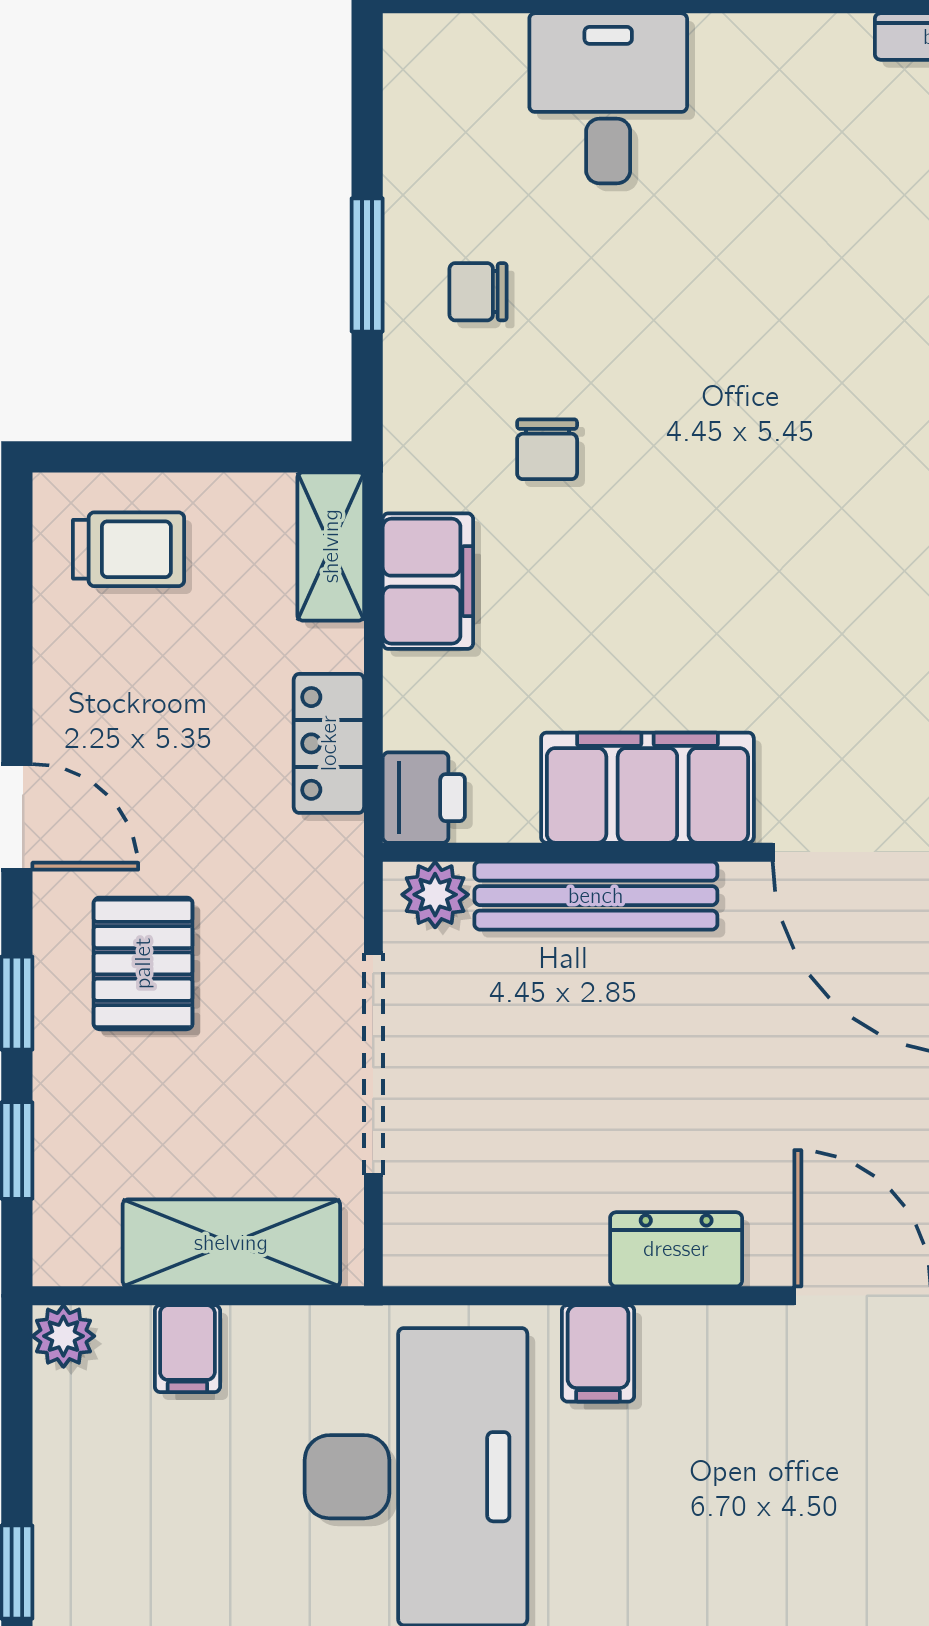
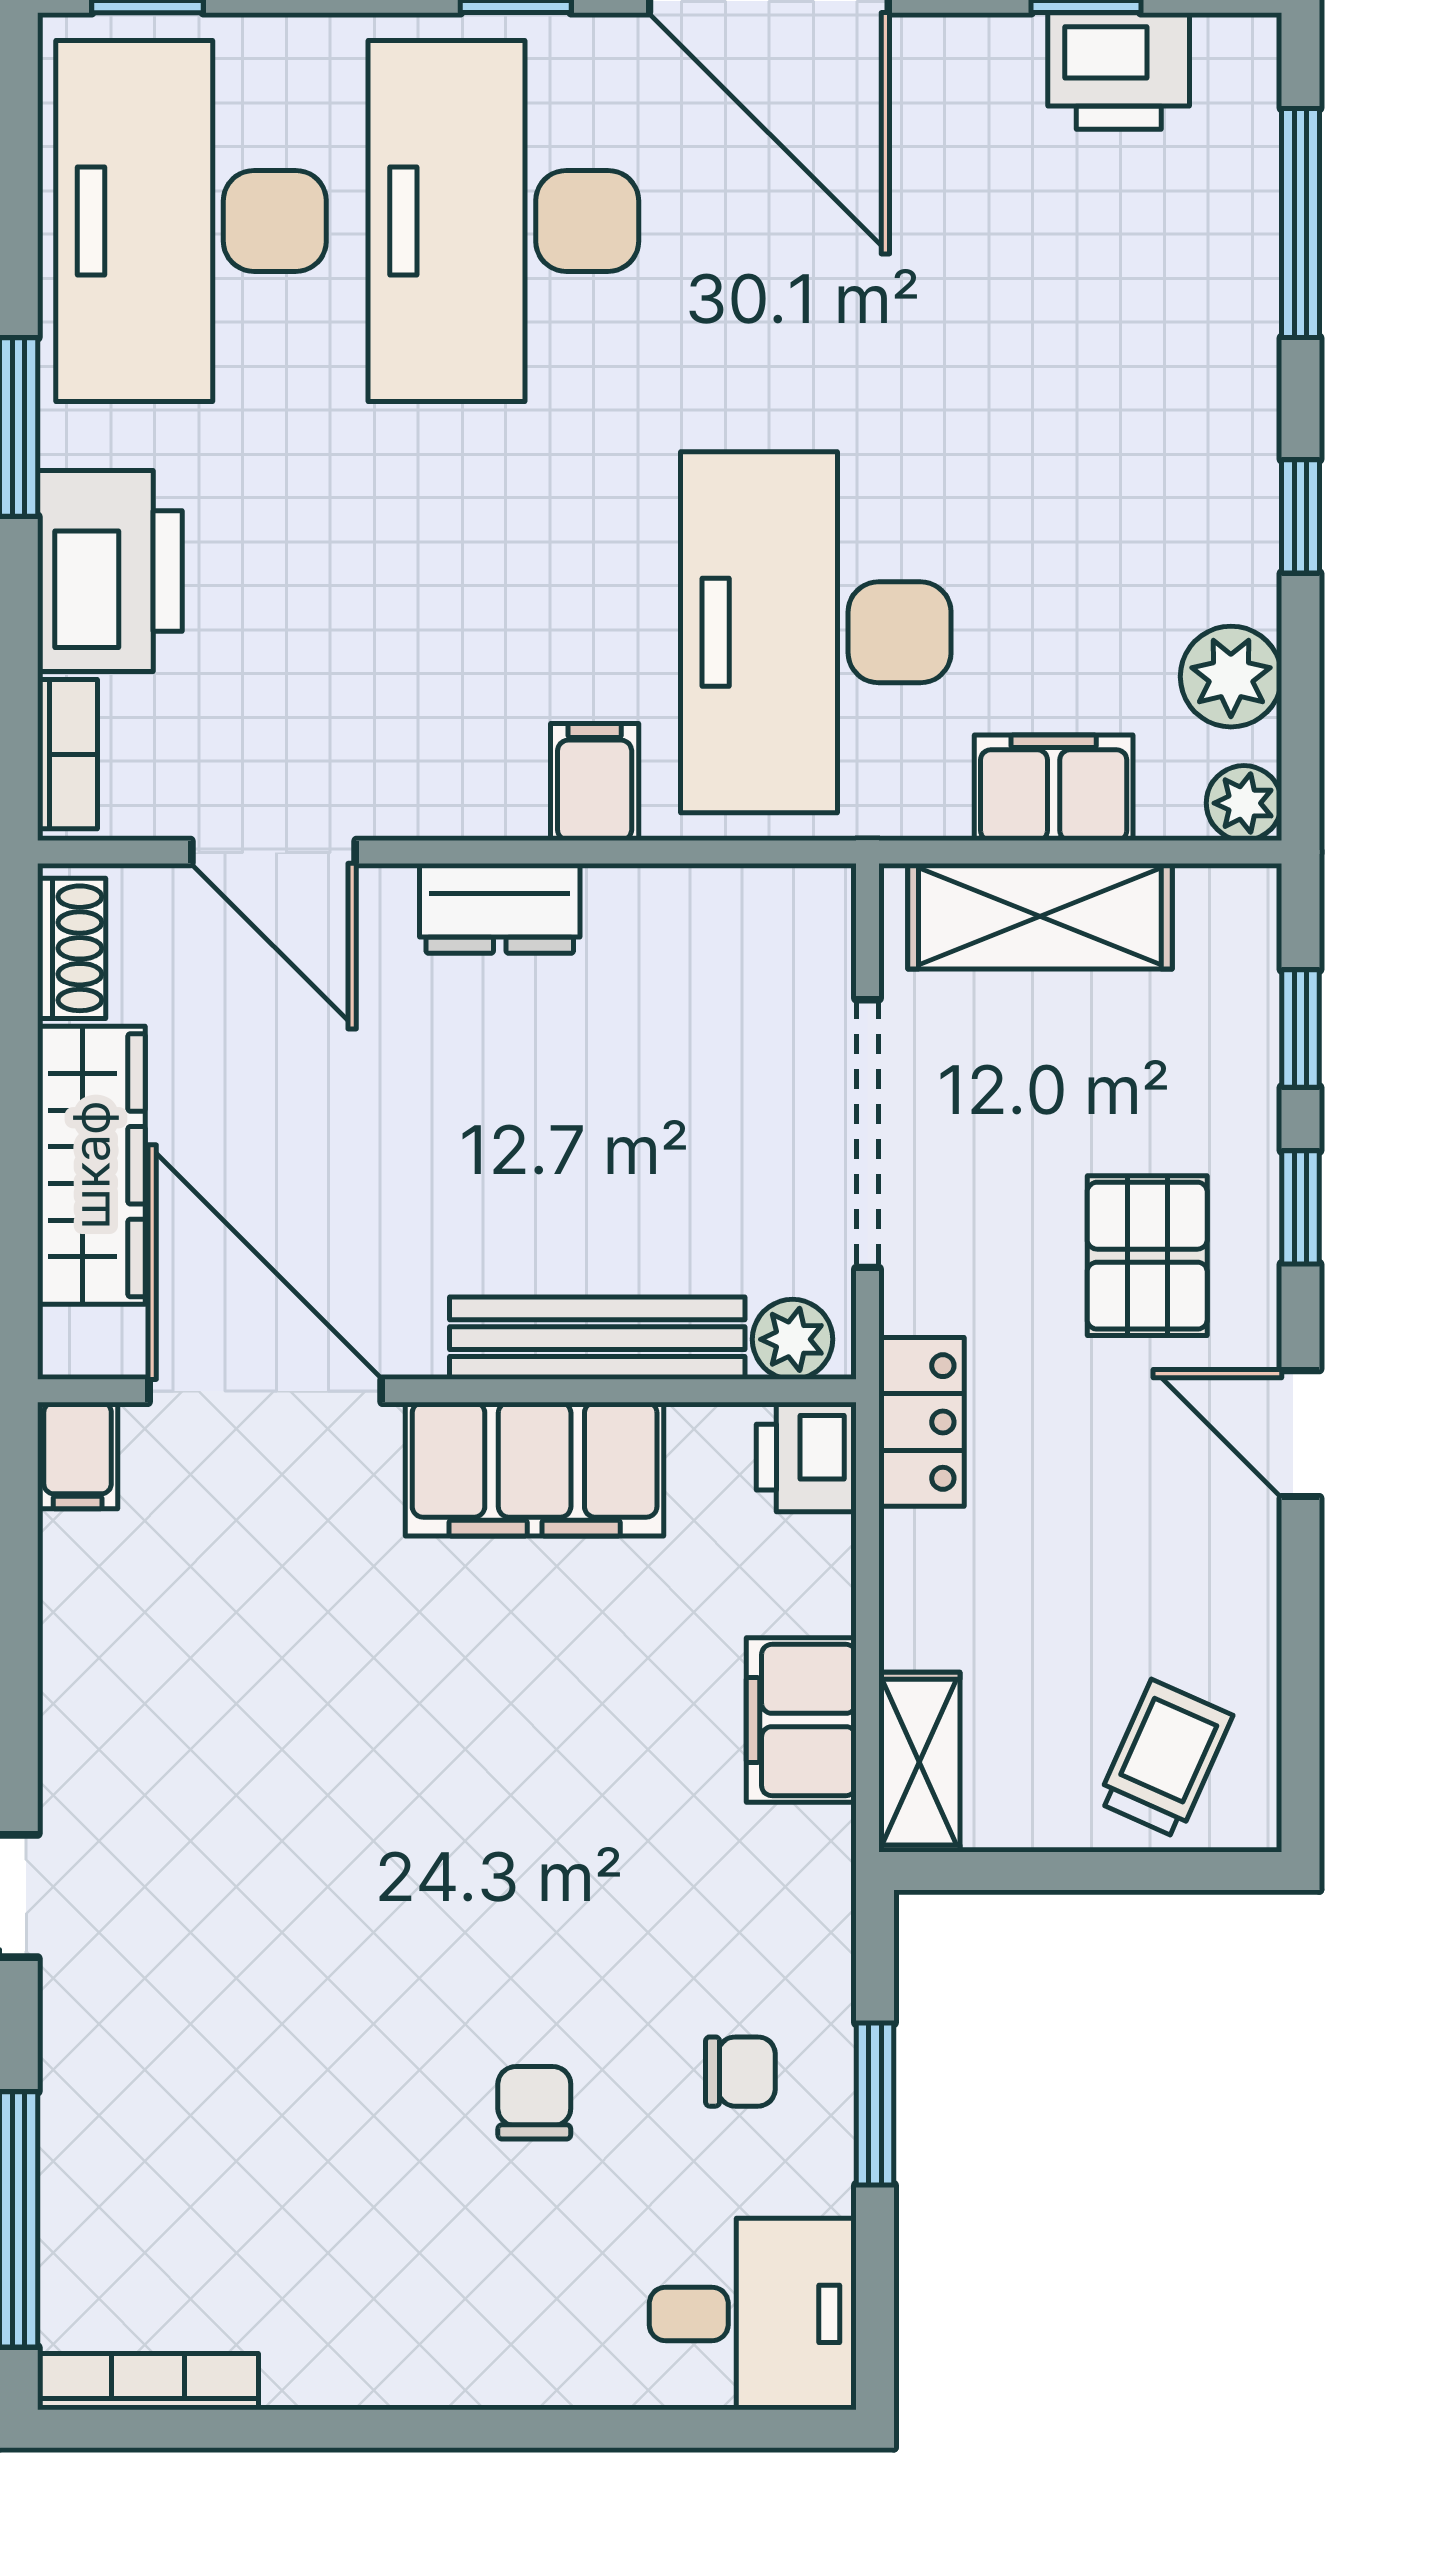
desk: (608, 98) -> (753, 2314), moved, turned -90
chair: (547, 449) -> (534, 2103), moved
trolley: (129, 549) -> (1165, 1759), turned 114
locker: (329, 743) -> (922, 1422), moved
filing cabinet: (187, 1349) -> (1054, 788), width x2.00
plant: (74, 1440) -> (1231, 677), added

